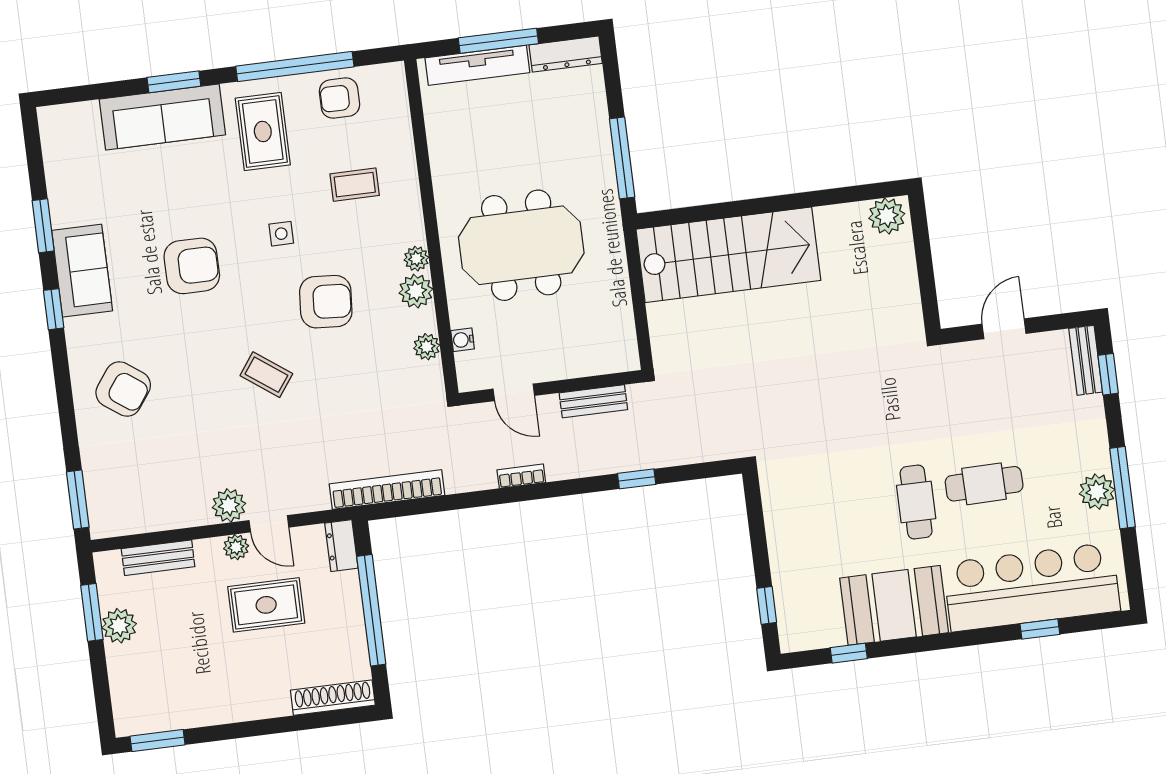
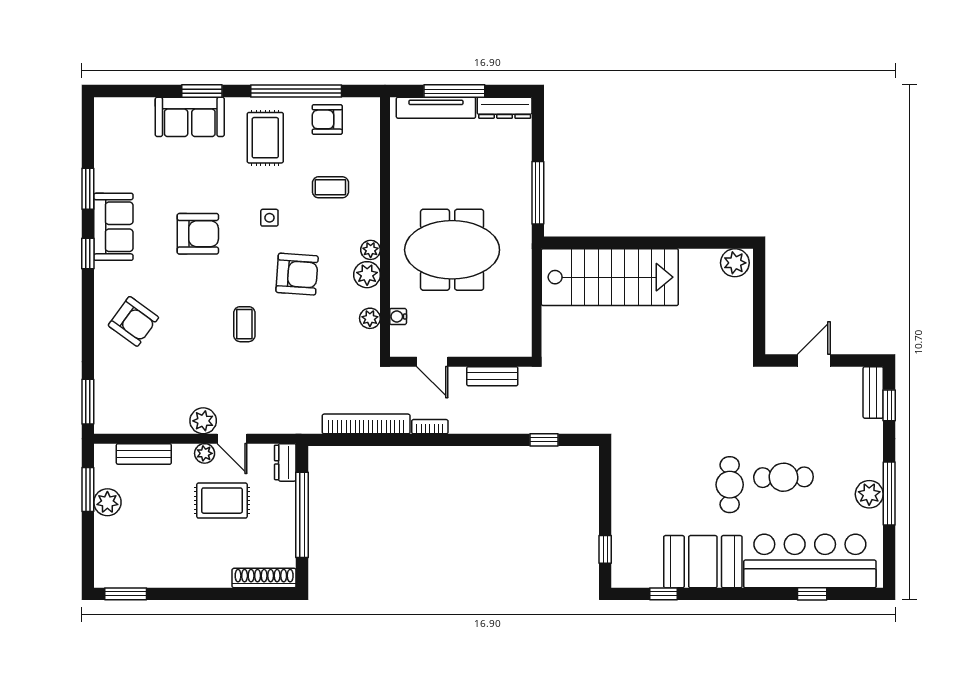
sofa: (162, 117) -> (190, 117), width x0.73
coffee table: (266, 375) -> (244, 324), turned 54
window: (637, 479) -> (544, 440), moved
bookcase: (387, 490) -> (366, 424), moved

